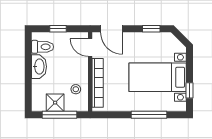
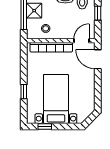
door: (112, 29) -> (98, 59), hinge flipped
window: (151, 29) -> (98, 94), removed
window: (149, 115) -> (24, 92), width x0.46

